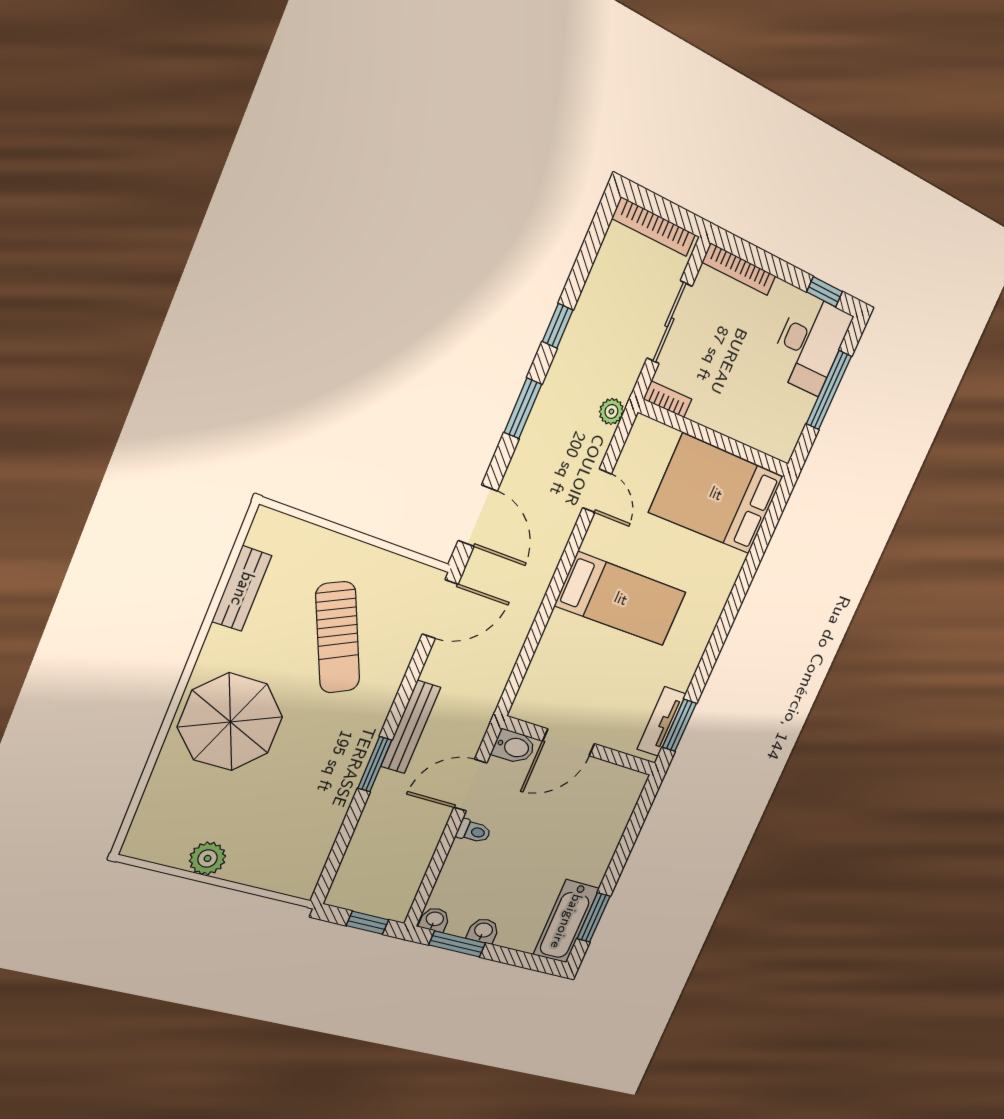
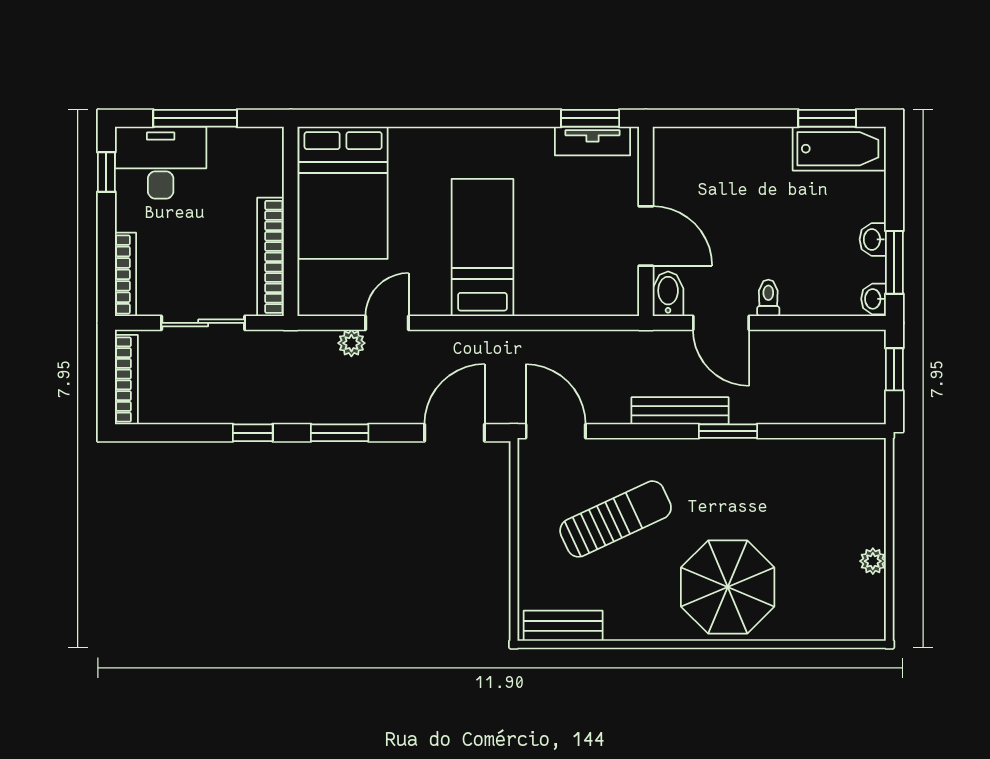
bookcase: (667, 399) -> (271, 257), width x2.31, depth x1.31
plant: (611, 411) -> (351, 343), moved
bench: (242, 589) -> (563, 626), moved
plant: (208, 858) -> (873, 561), width x0.73, depth x0.73

